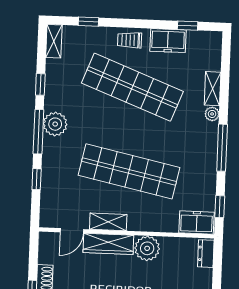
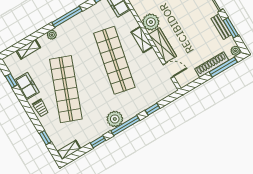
shelving: (213, 89) -> (28, 49), moved
shelving: (108, 222) -> (142, 39), moved

